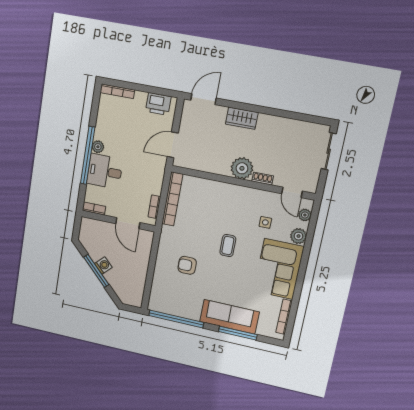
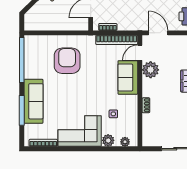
plant: (242, 168) -> (151, 70), moved
door: (292, 192) -> (140, 53), moved
sofa: (222, 195) -> (128, 77), added
coffee table: (228, 246) -> (90, 89), removed
armchair: (187, 265) -> (67, 61), width x1.88, depth x1.88

